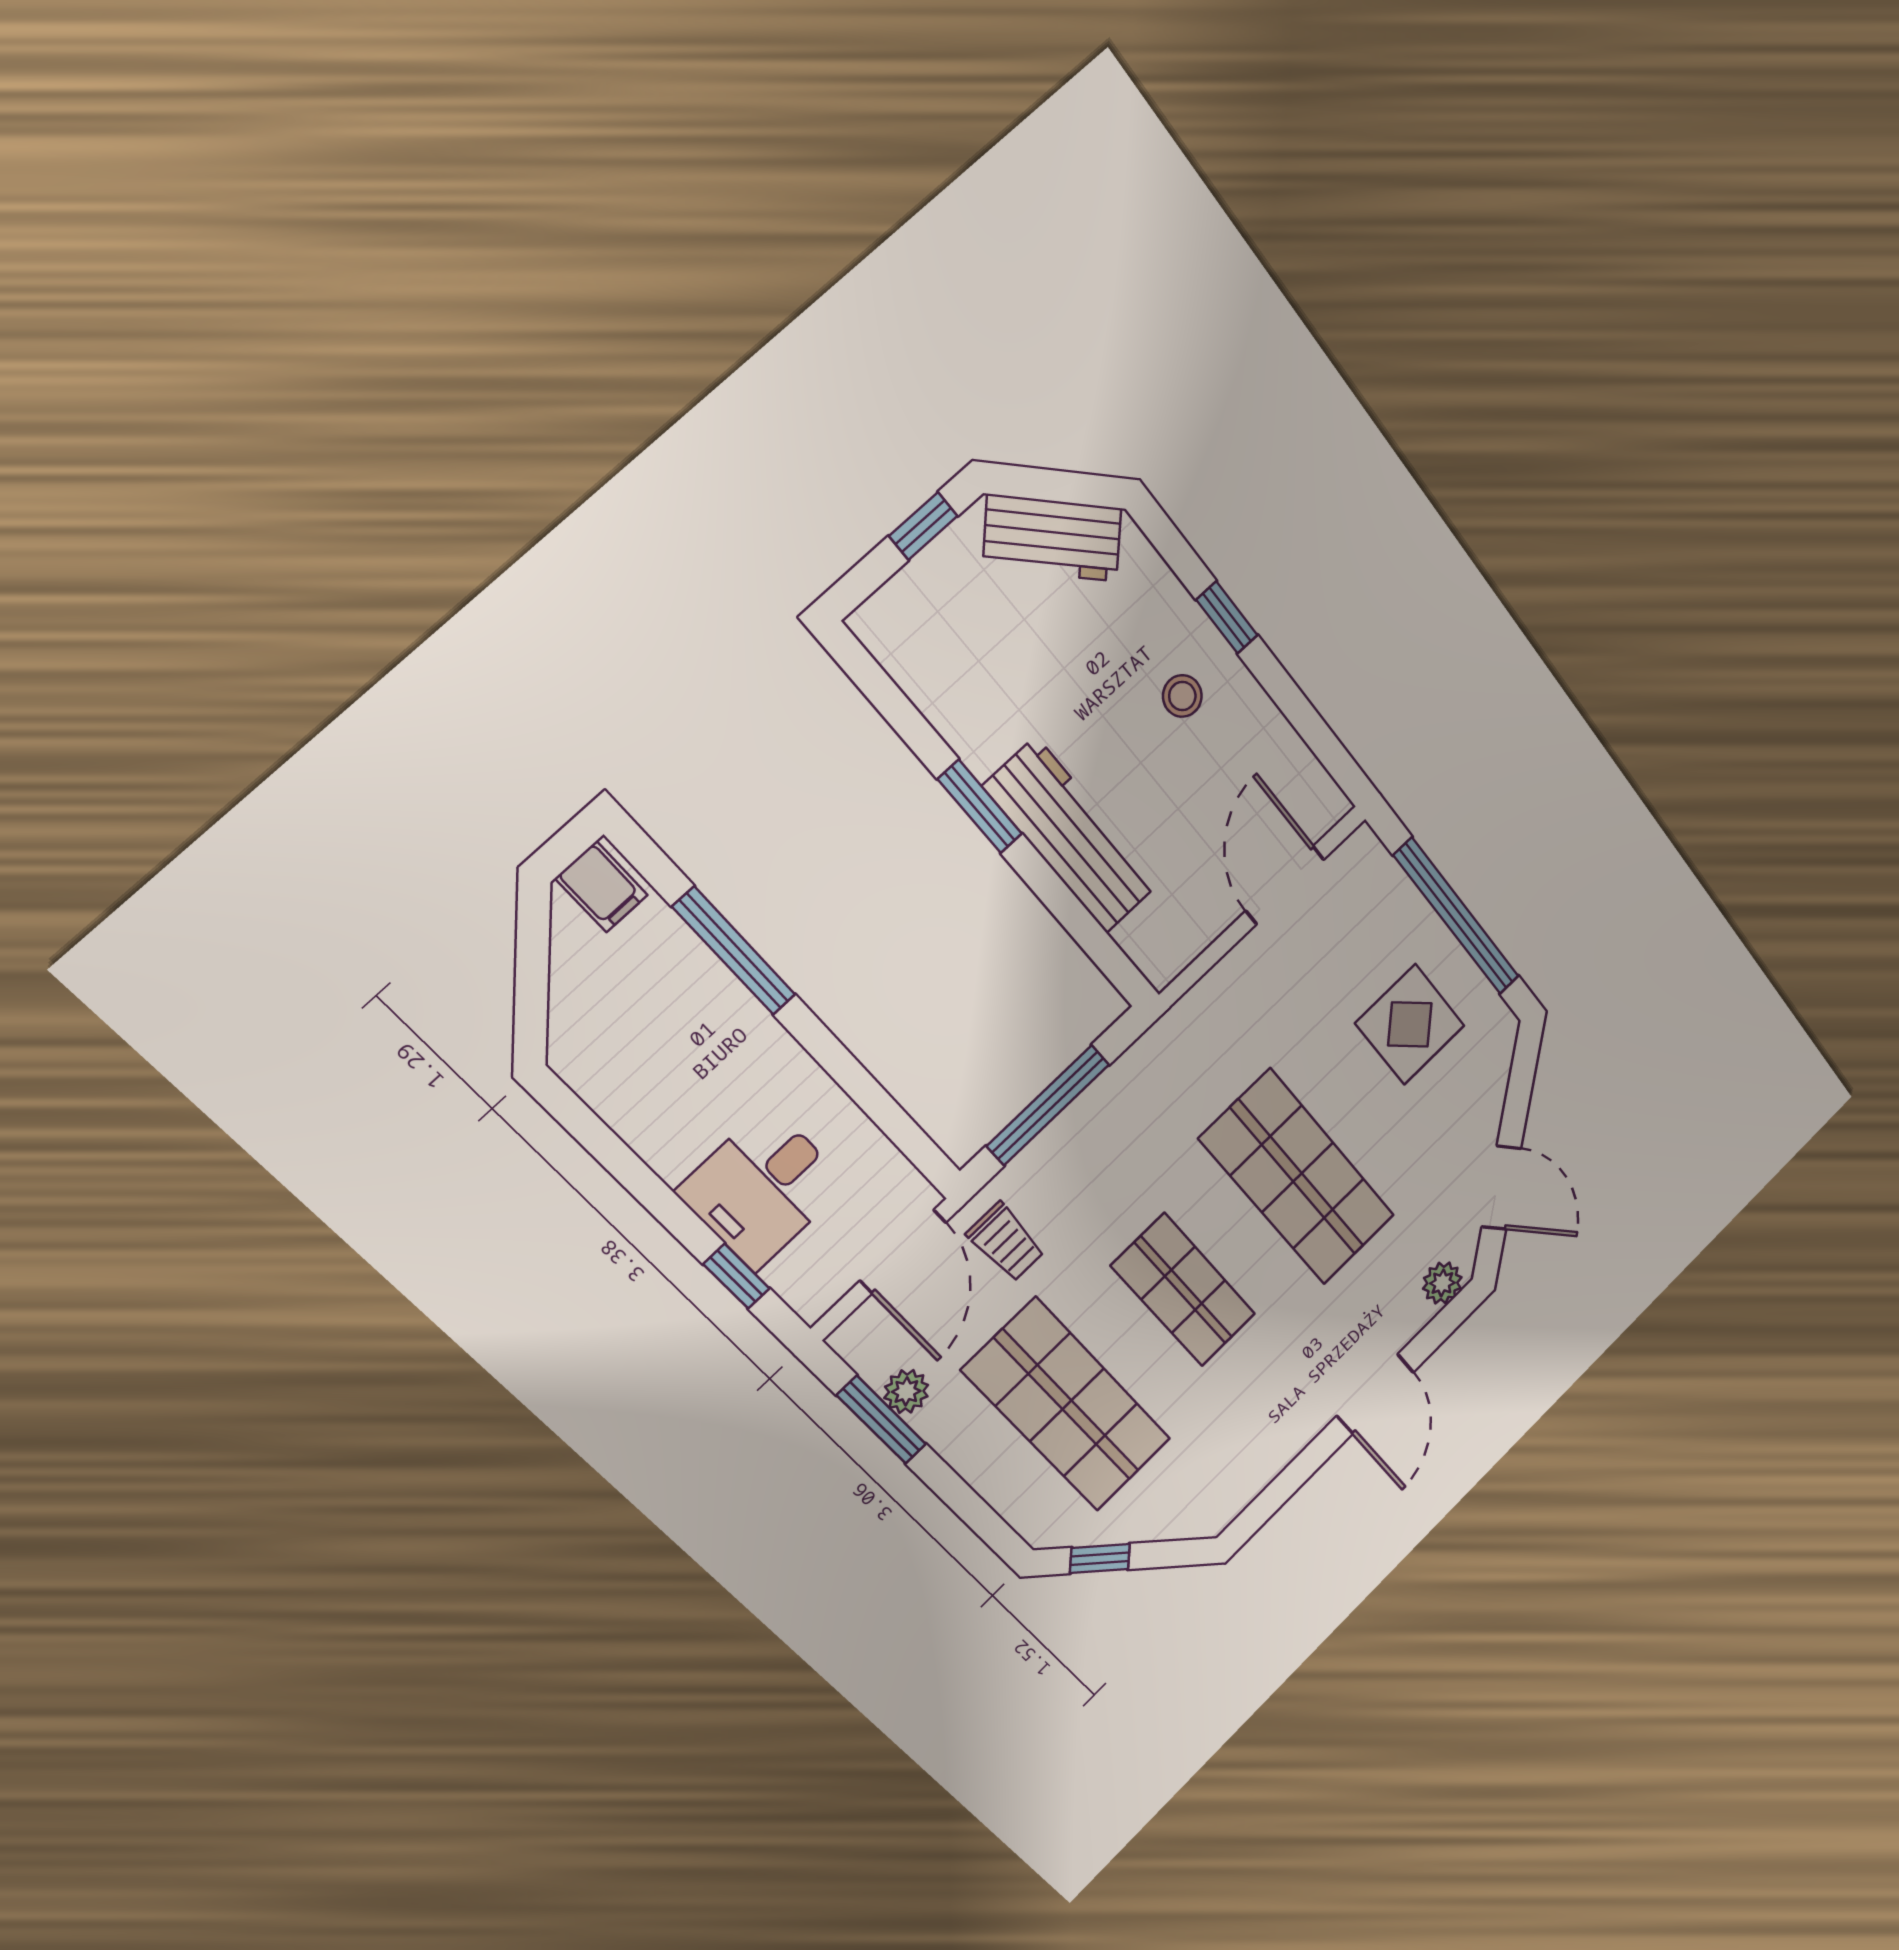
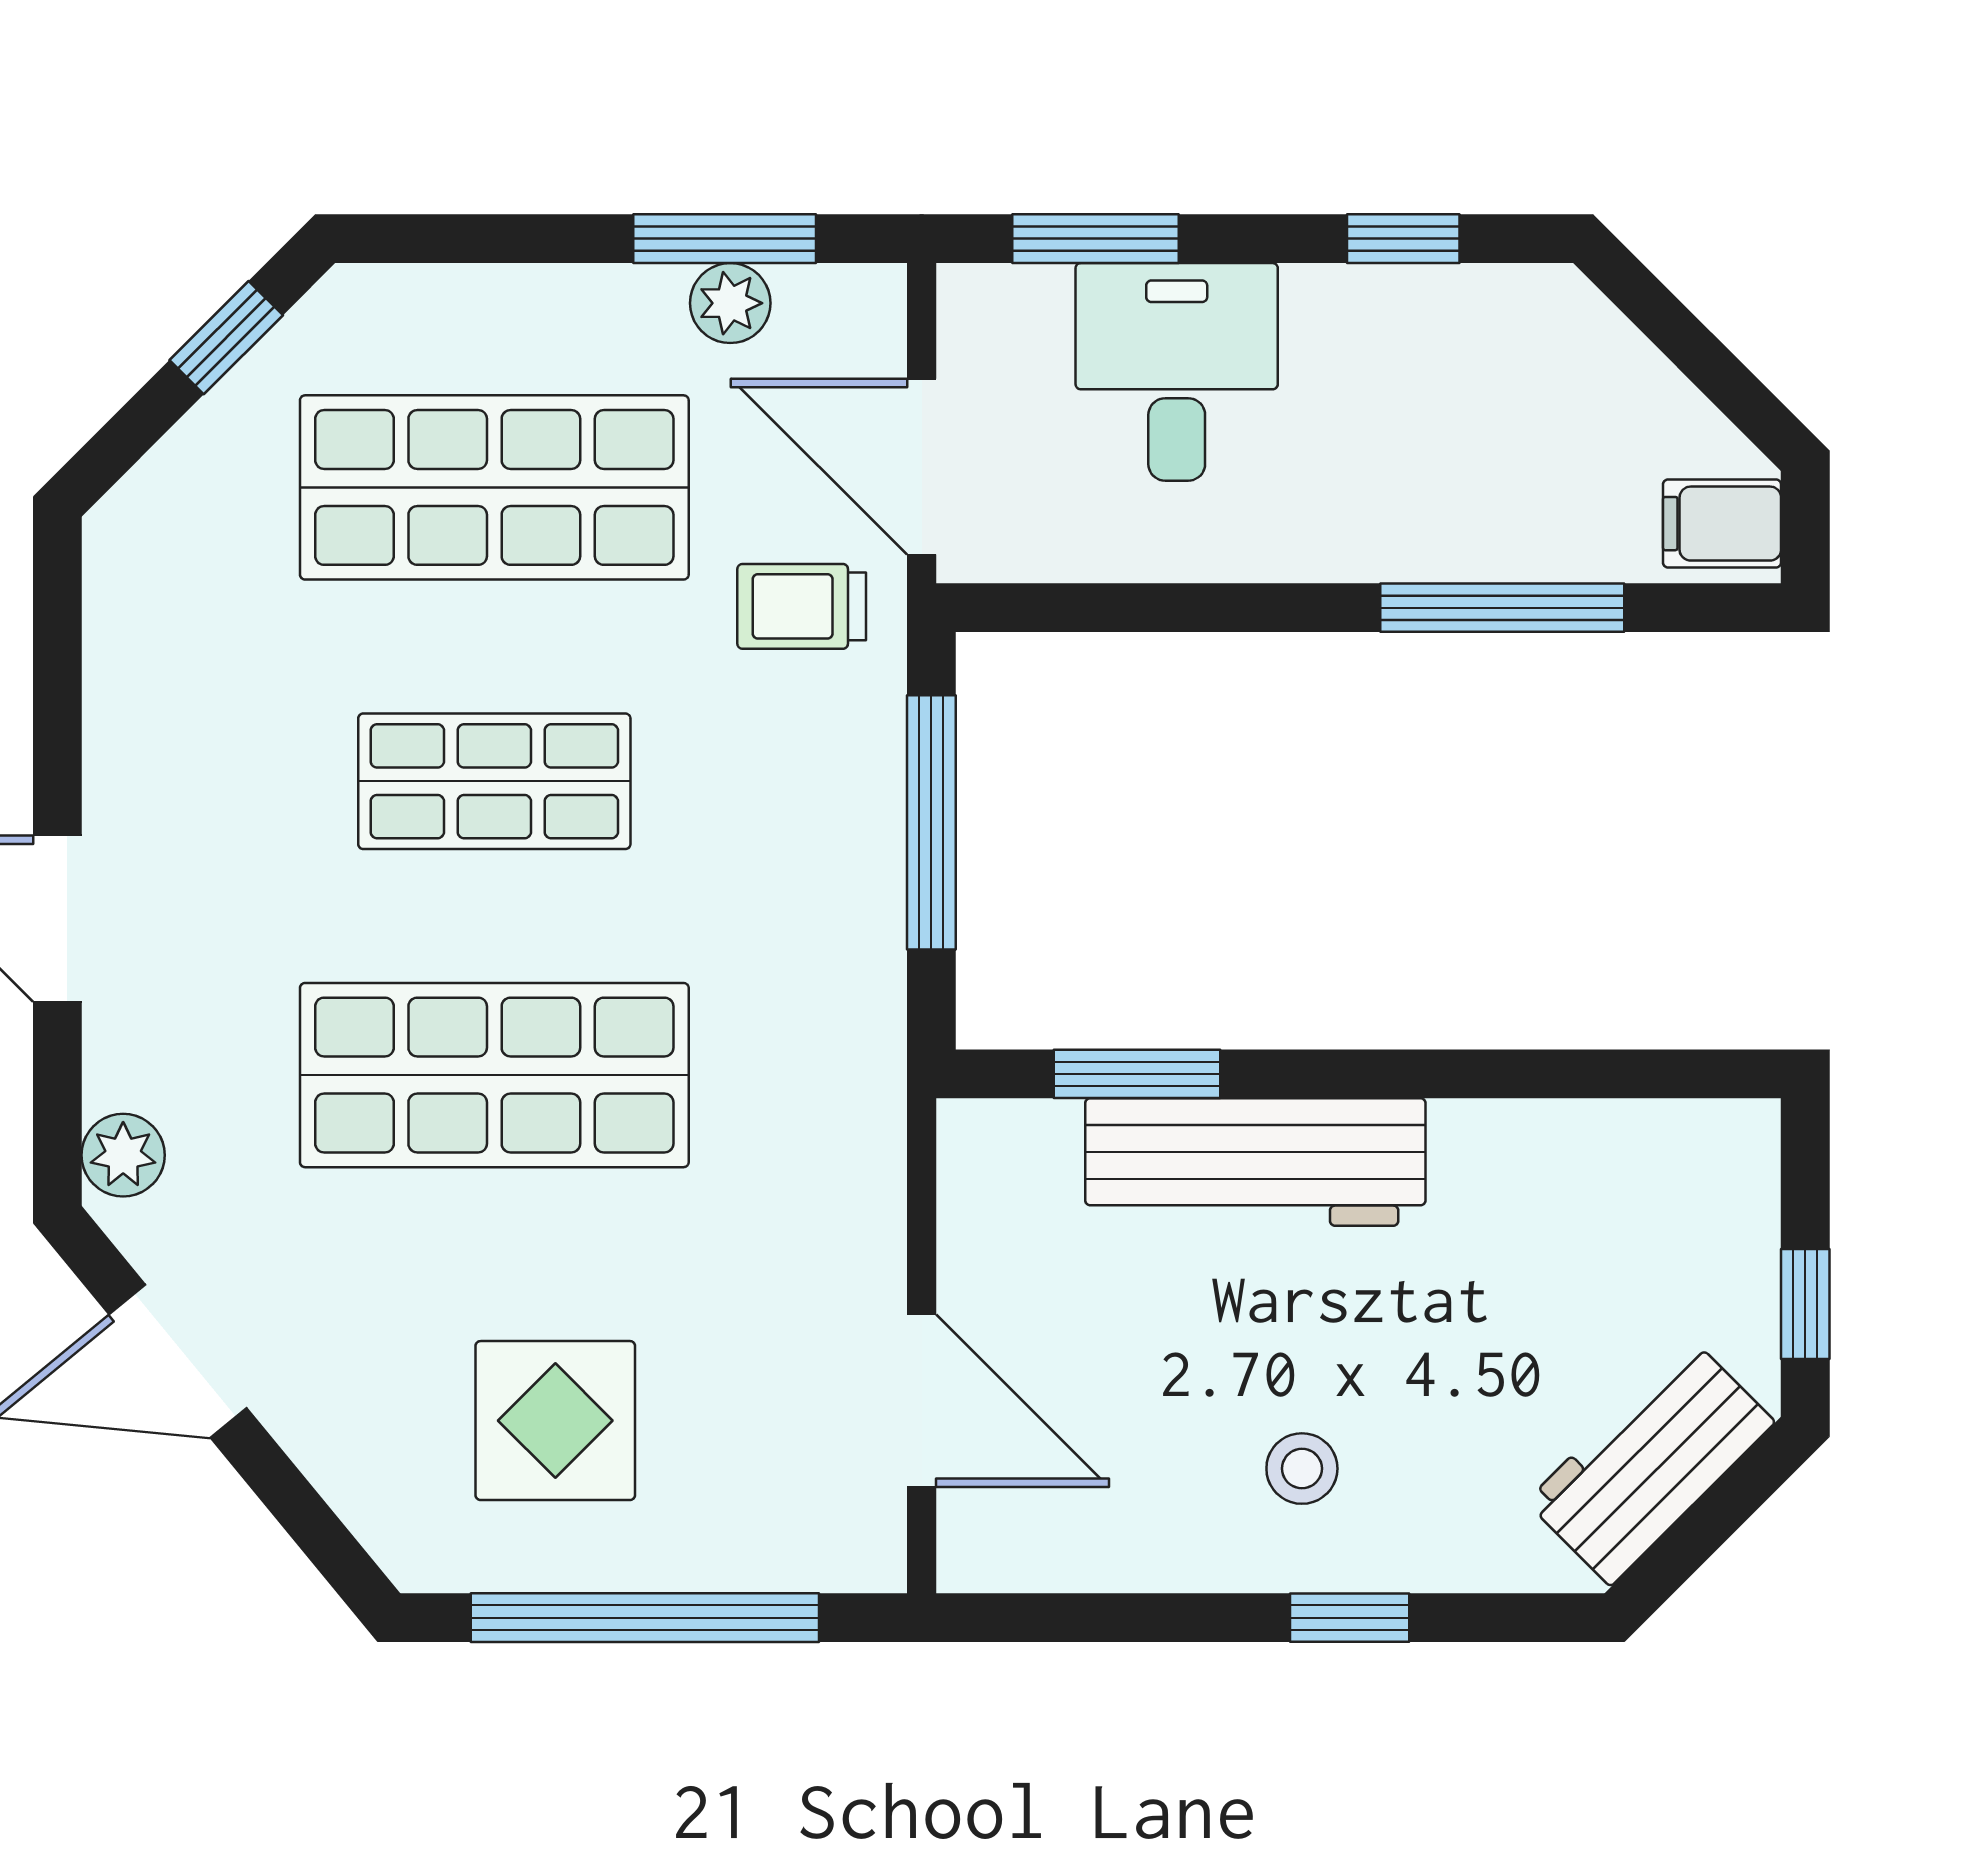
window: (980, 806) -> (1137, 1074), moved
window: (608, 1149) -> (1403, 239), added
window: (737, 1276) -> (1095, 239), width x1.50

